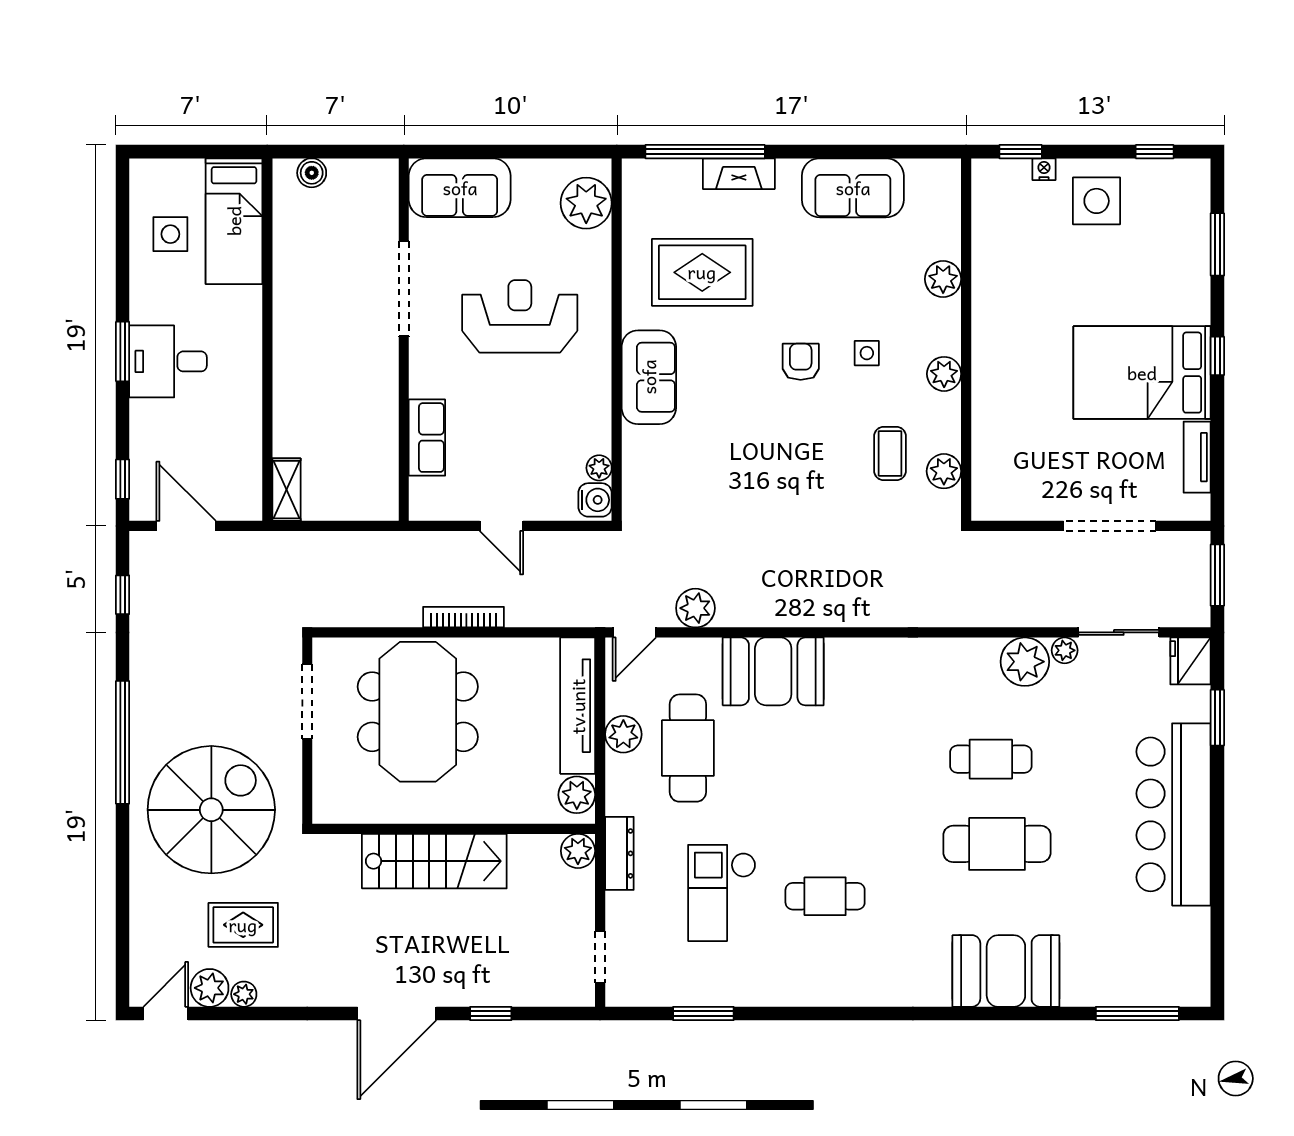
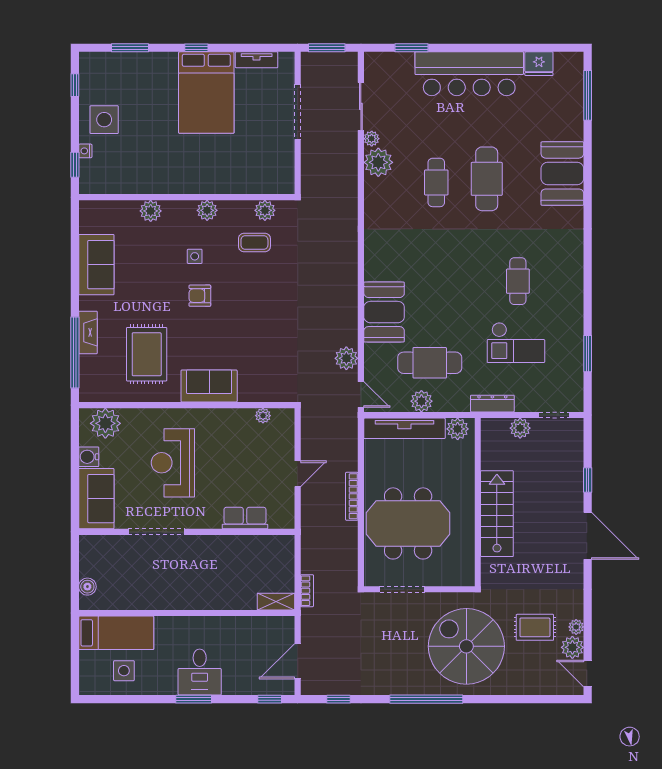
water cooler: (595, 500) -> (89, 457), moved, turned -90
bookcase: (305, 542) -> (307, 591), added
fridge: (1190, 661) -> (539, 64), moved
plant: (578, 851) -> (520, 428), moved
rug: (243, 925) -> (535, 627), turned 90

